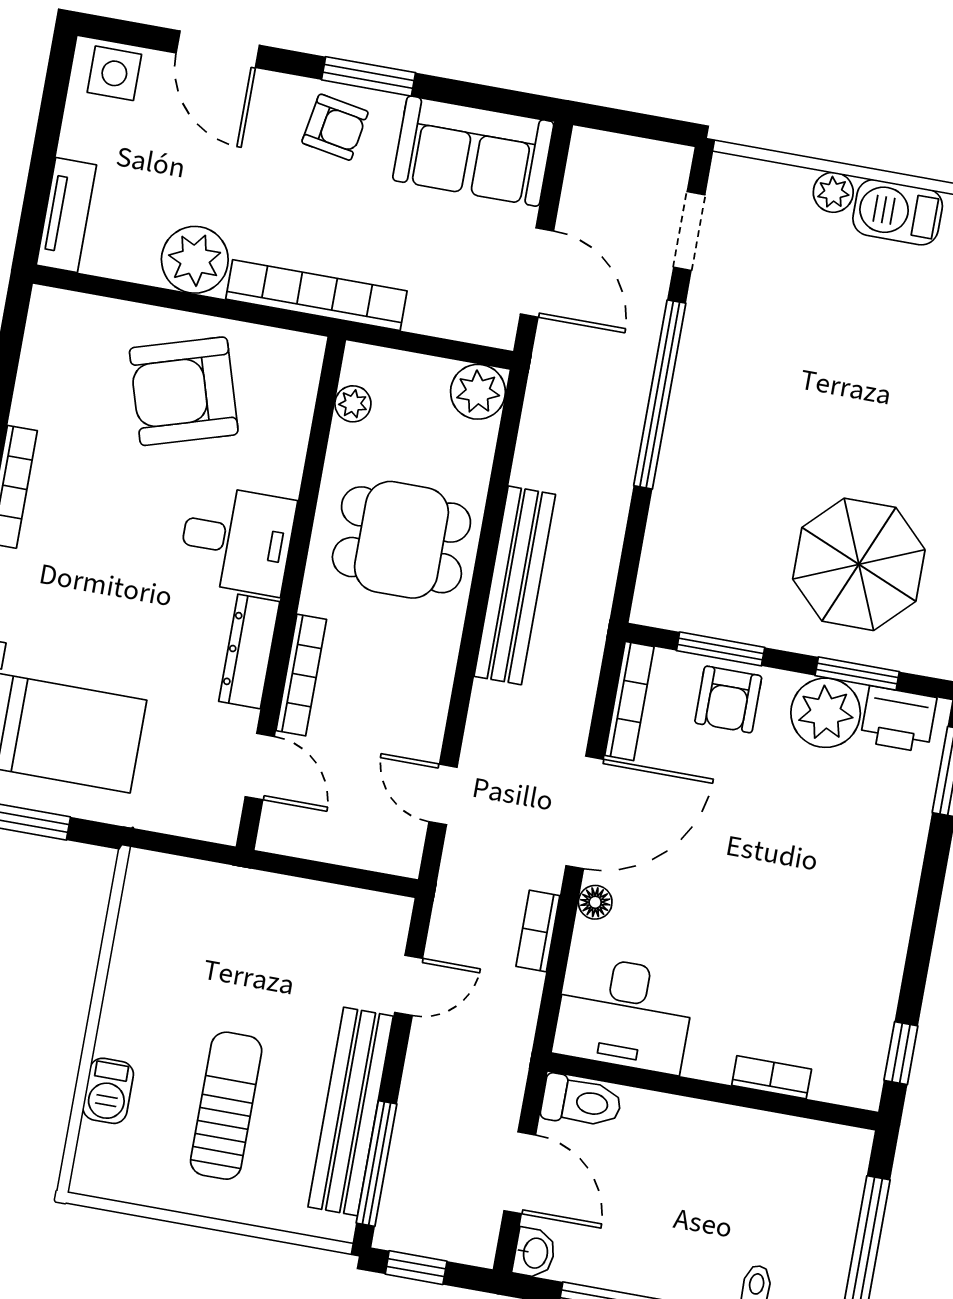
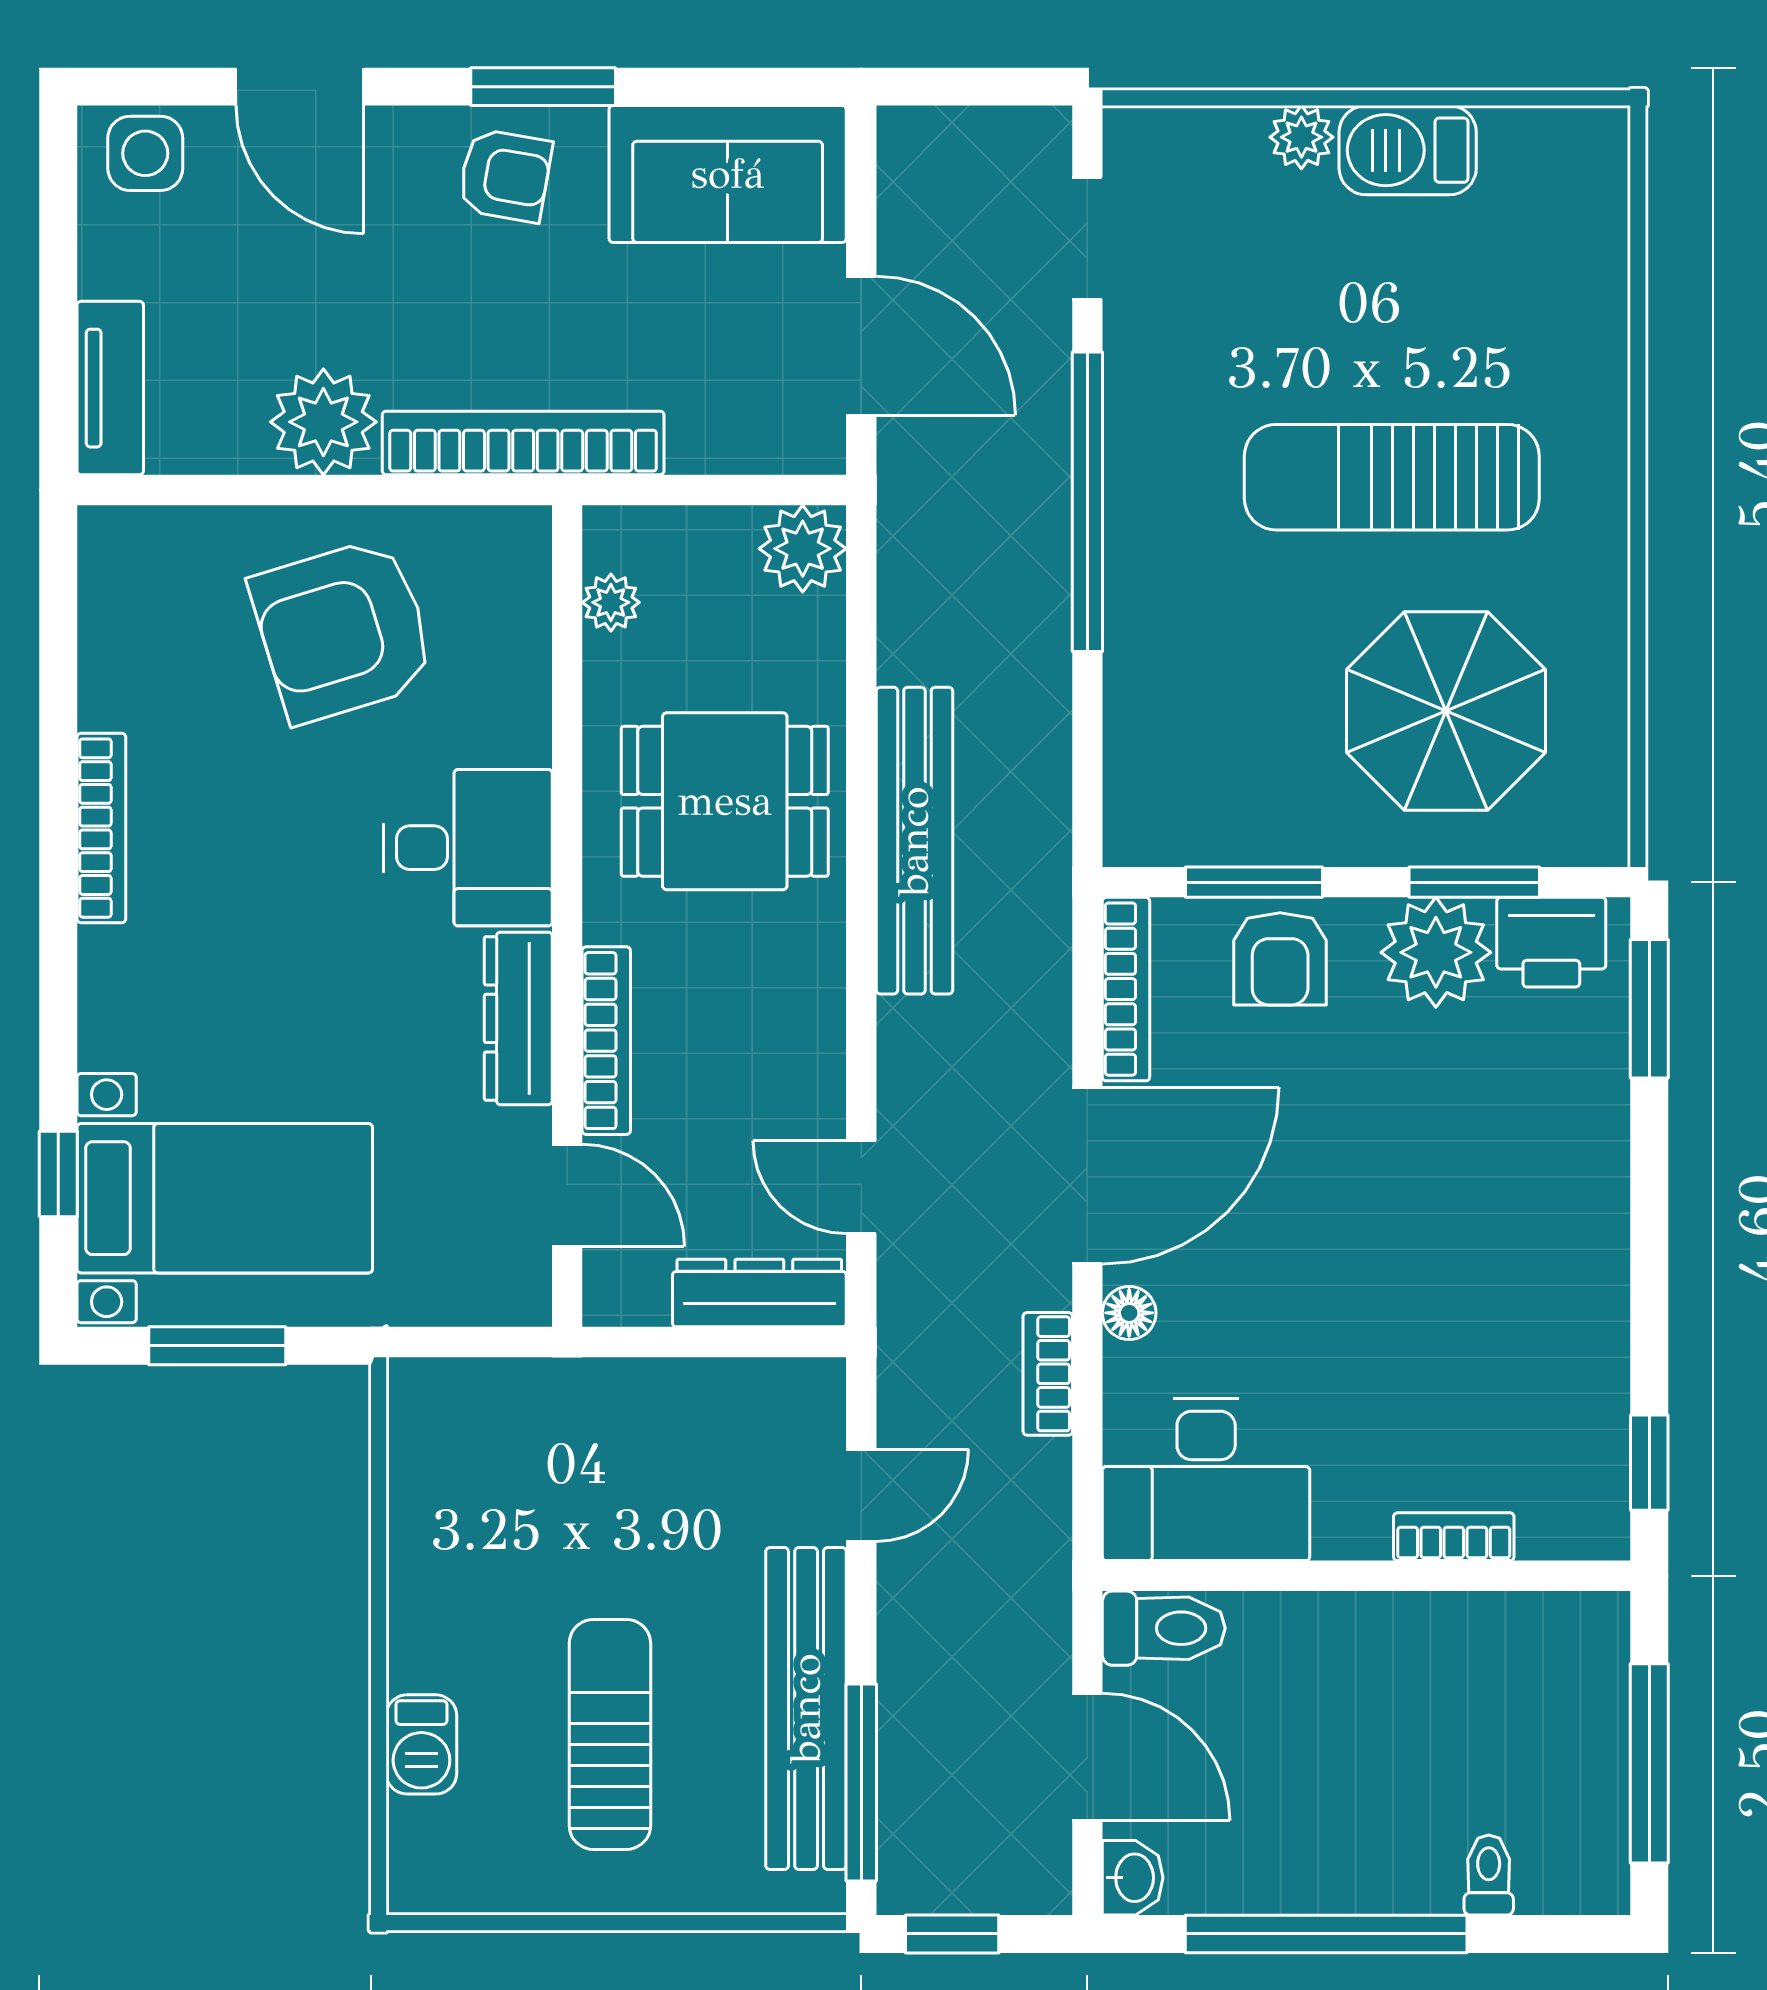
sun lounger: (851, 413) -> (1392, 477), added
dresser: (368, 849) -> (759, 1293), added

